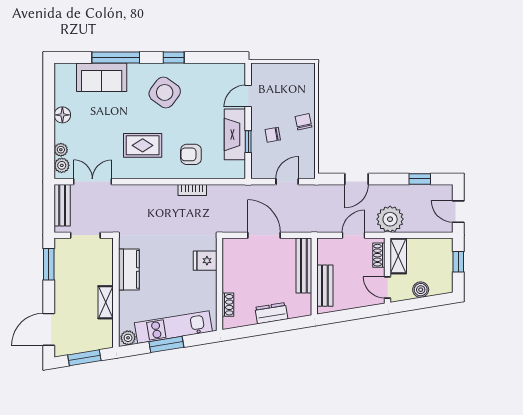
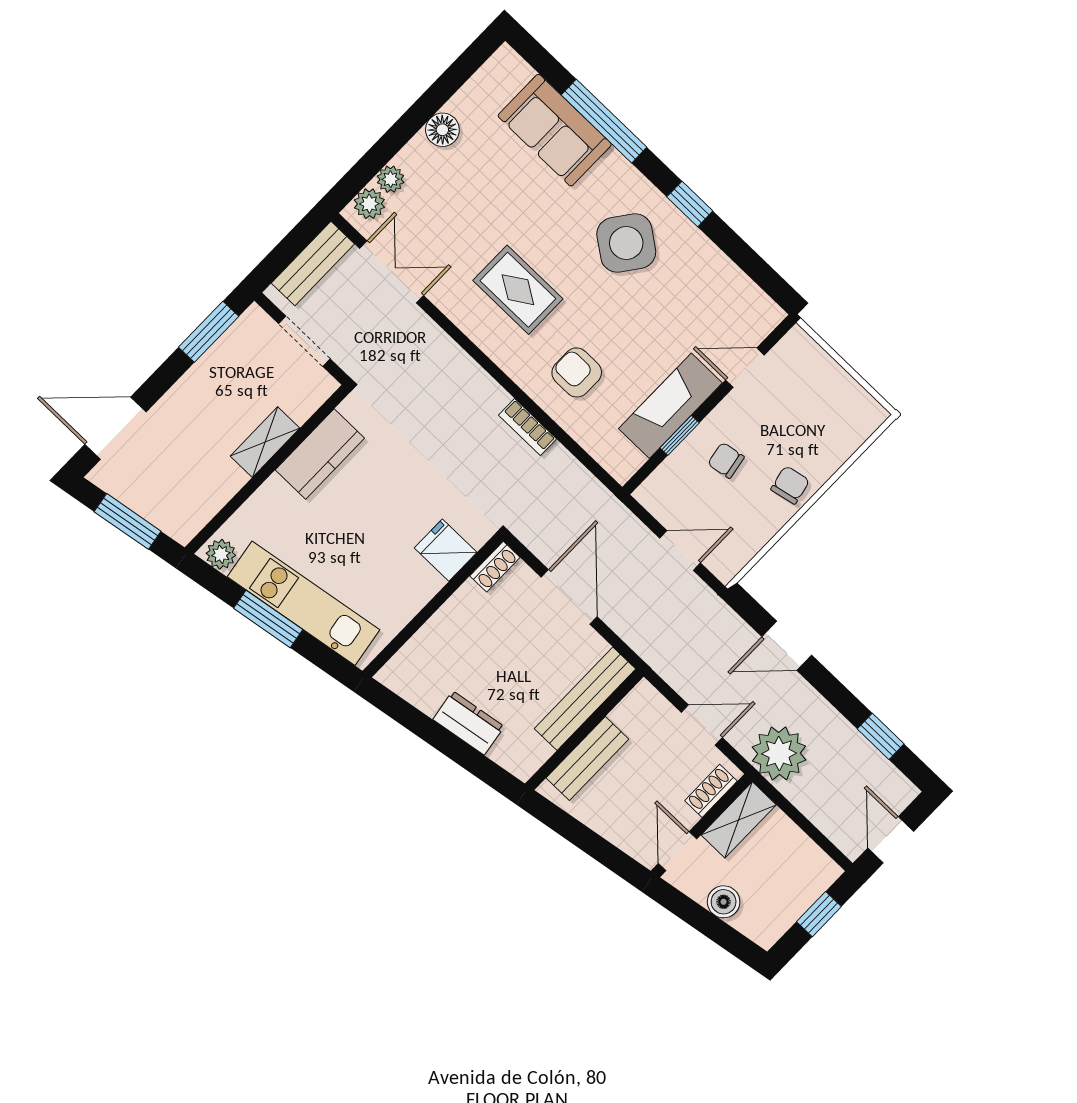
shelving: (106, 302) -> (265, 442), moved
shoe rack: (228, 305) -> (495, 567), moved

